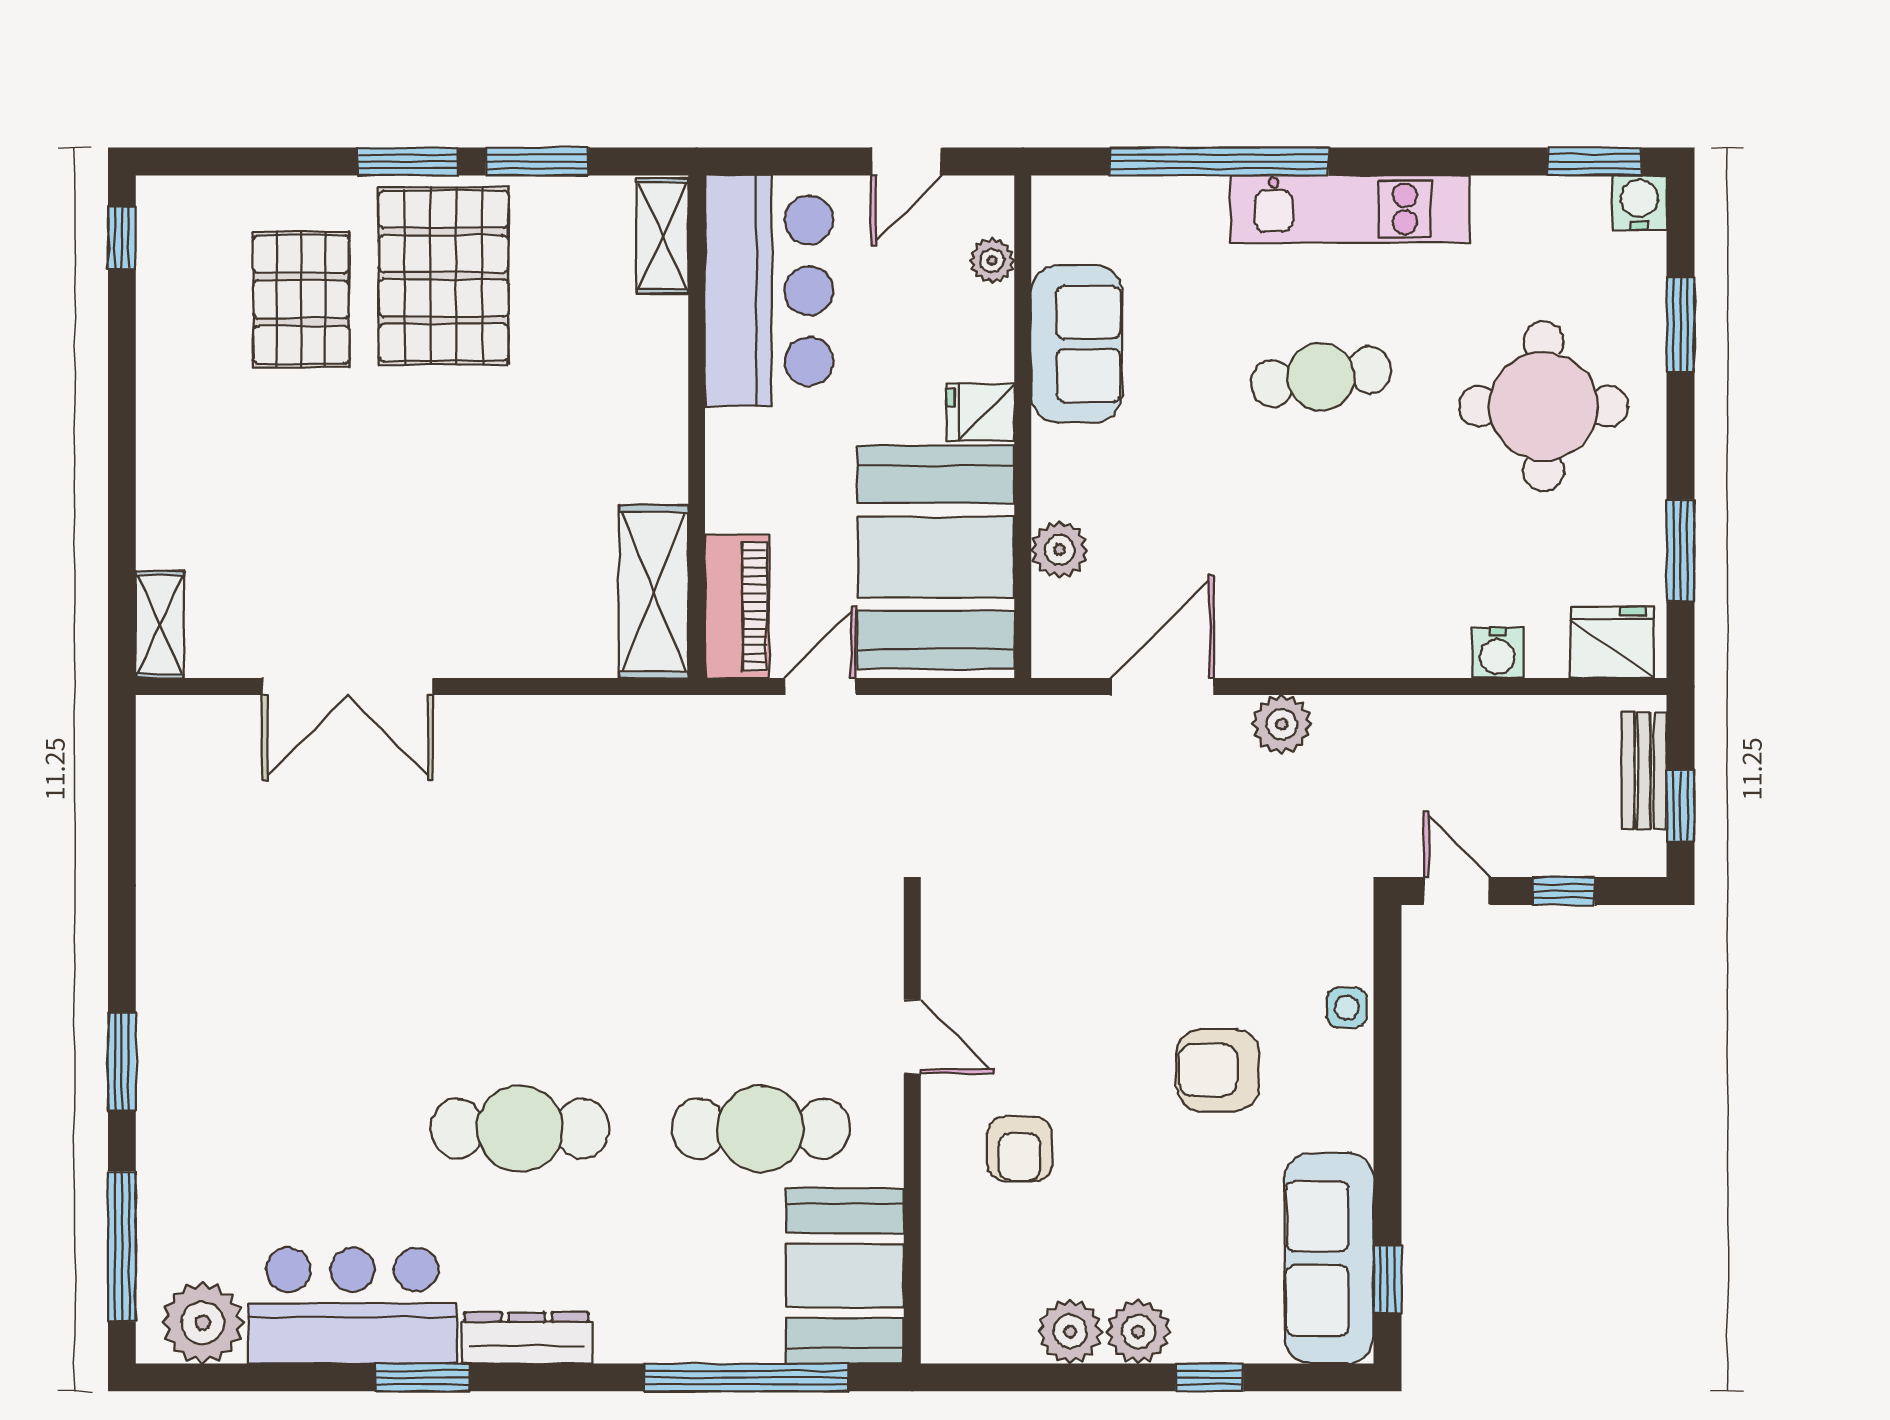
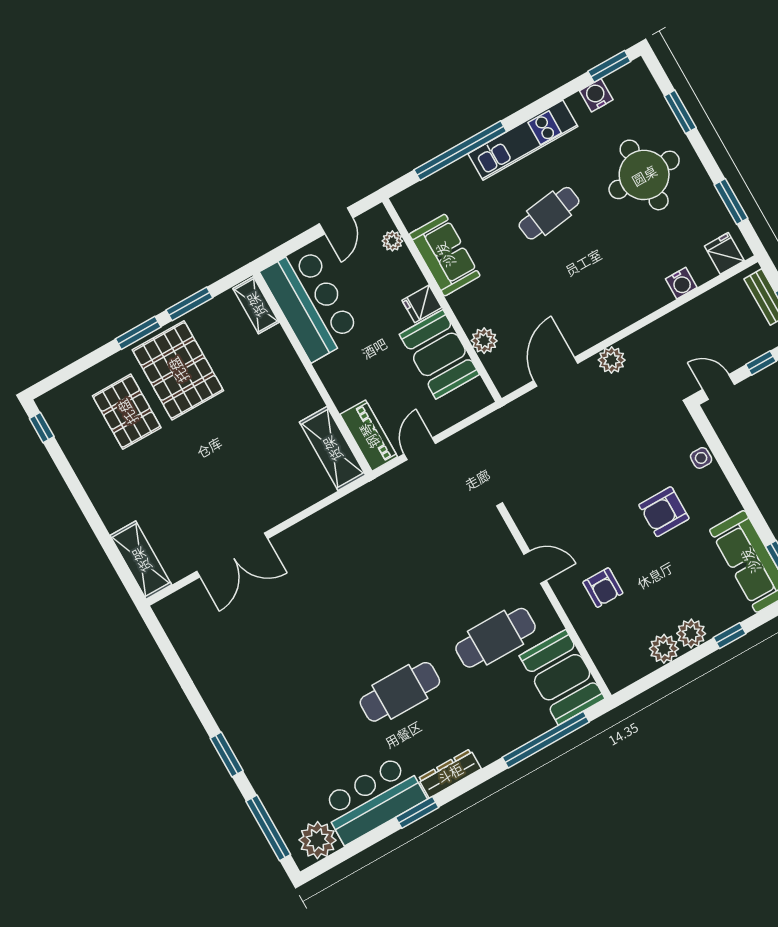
water cooler: (1639, 203) -> (596, 95), moved
booth: (936, 557) -> (439, 354), width x0.73, depth x0.70
shelving: (160, 625) -> (141, 560), width x1.50, depth x1.33
fridge: (1612, 642) -> (724, 253), width x0.72

